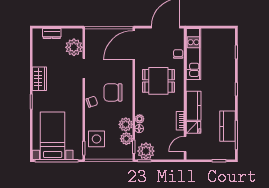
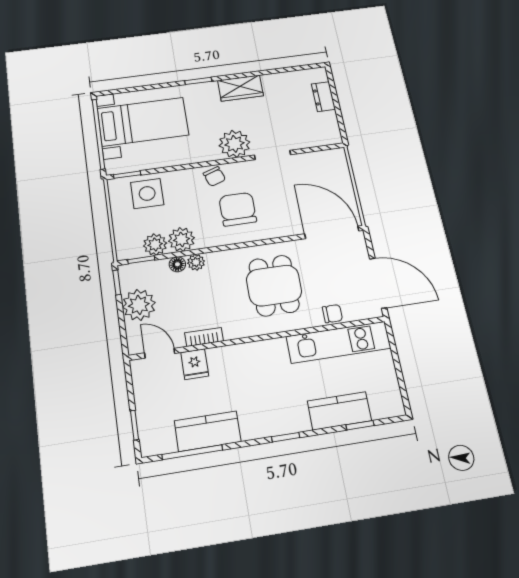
plant: (74, 47) -> (234, 144), moved
kitchen counter: (194, 106) -> (339, 411), moved, turned 180
plant: (146, 151) -> (139, 305), moved

